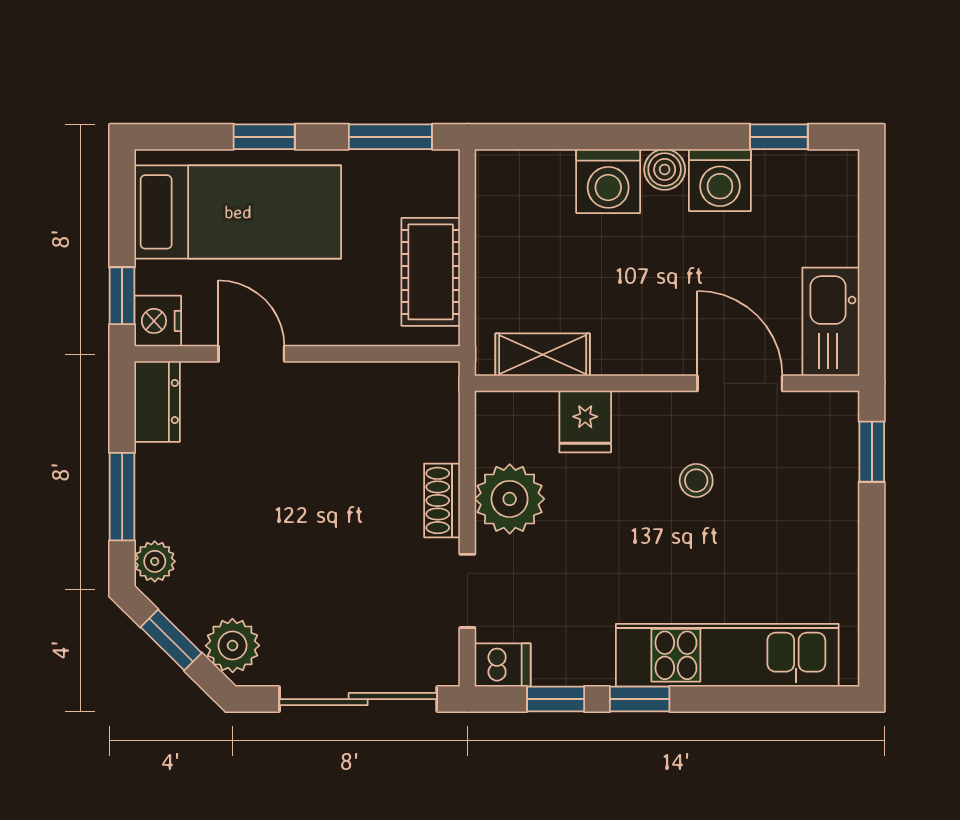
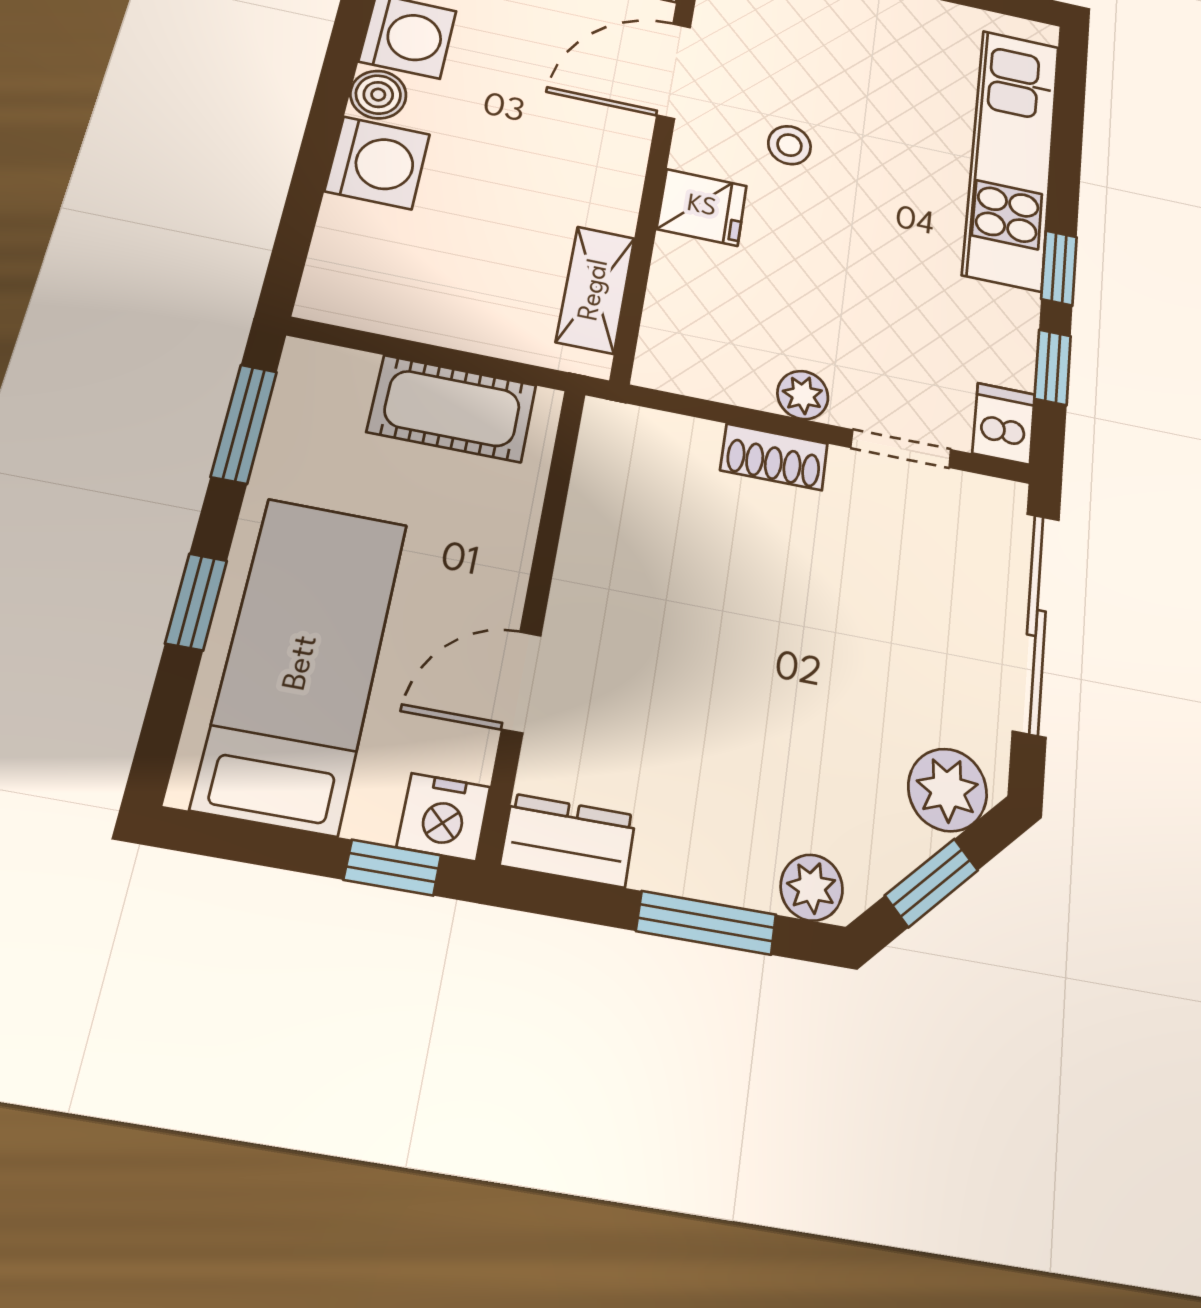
fridge: (585, 422) -> (702, 207), moved
plant: (510, 499) -> (803, 395), width x0.53, depth x0.53

